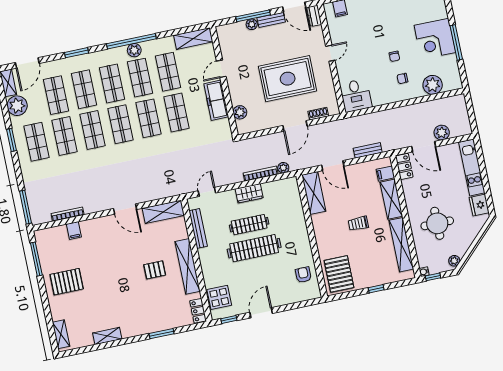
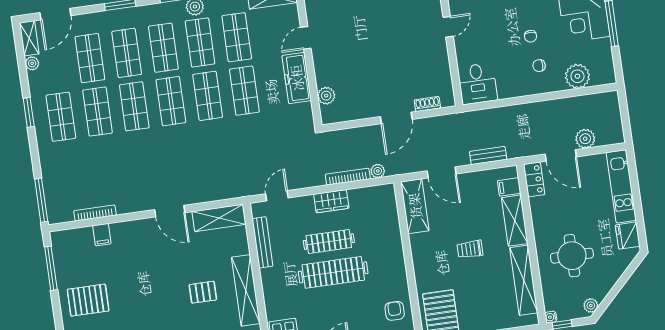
rug: (288, 79) -> (391, 56), removed
plant: (17, 106) -> (32, 63), width x0.53, depth x0.53

